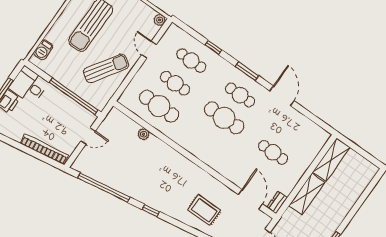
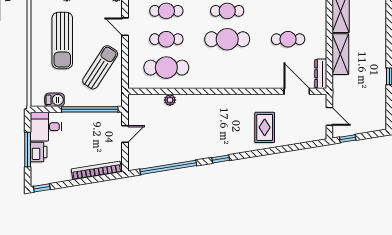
barbecue: (43, 50) -> (55, 100), moved, turned -90
dresser: (277, 202) -> (321, 74), width x1.44
rug: (204, 210) -> (265, 127), turned 90

